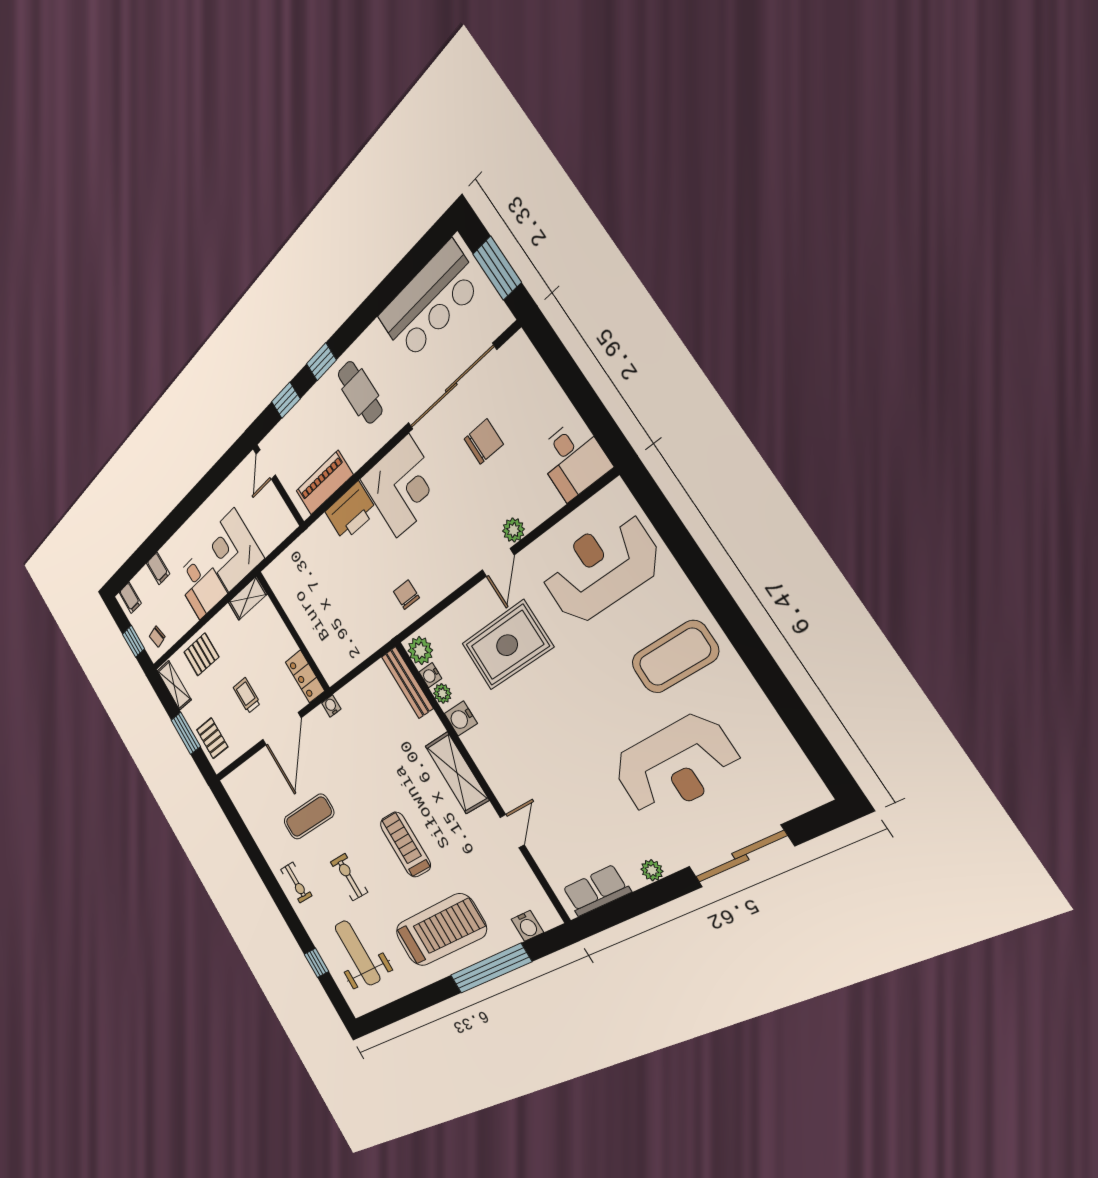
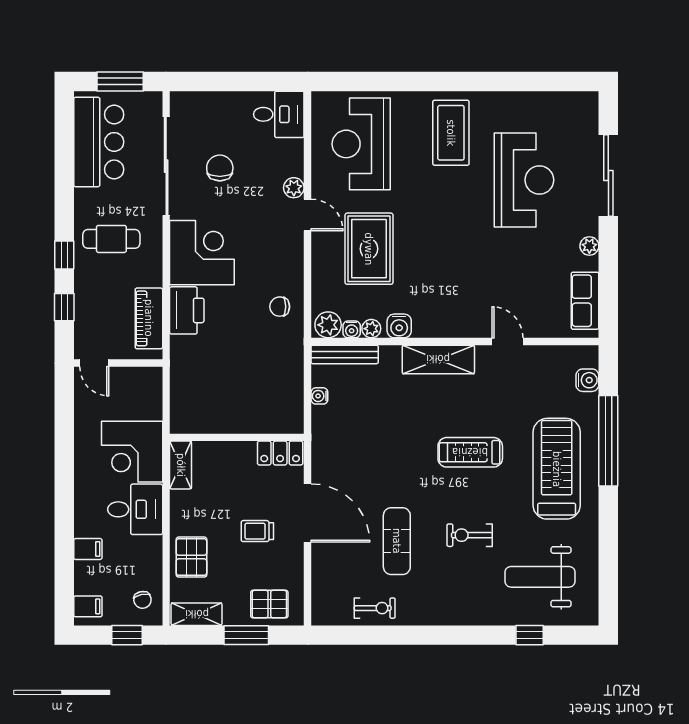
water cooler: (331, 706) -> (319, 396), moved
exercise bike: (296, 882) -> (375, 608), moved

